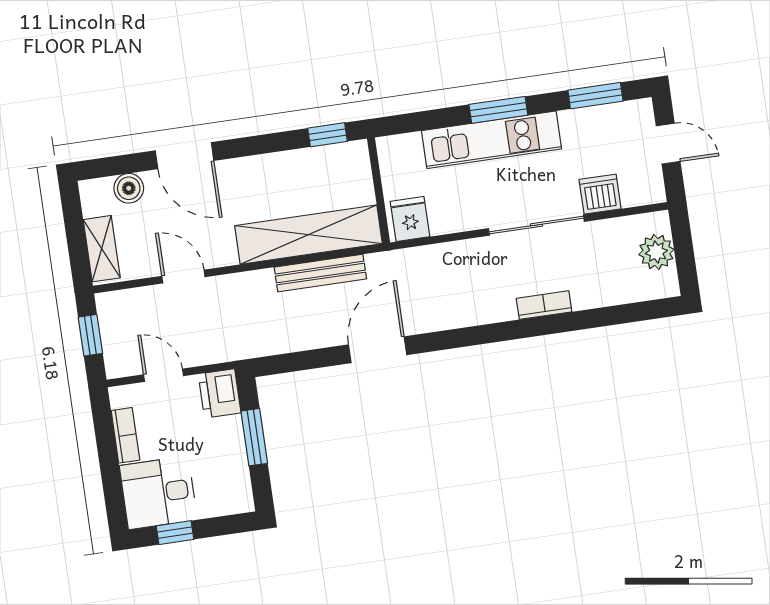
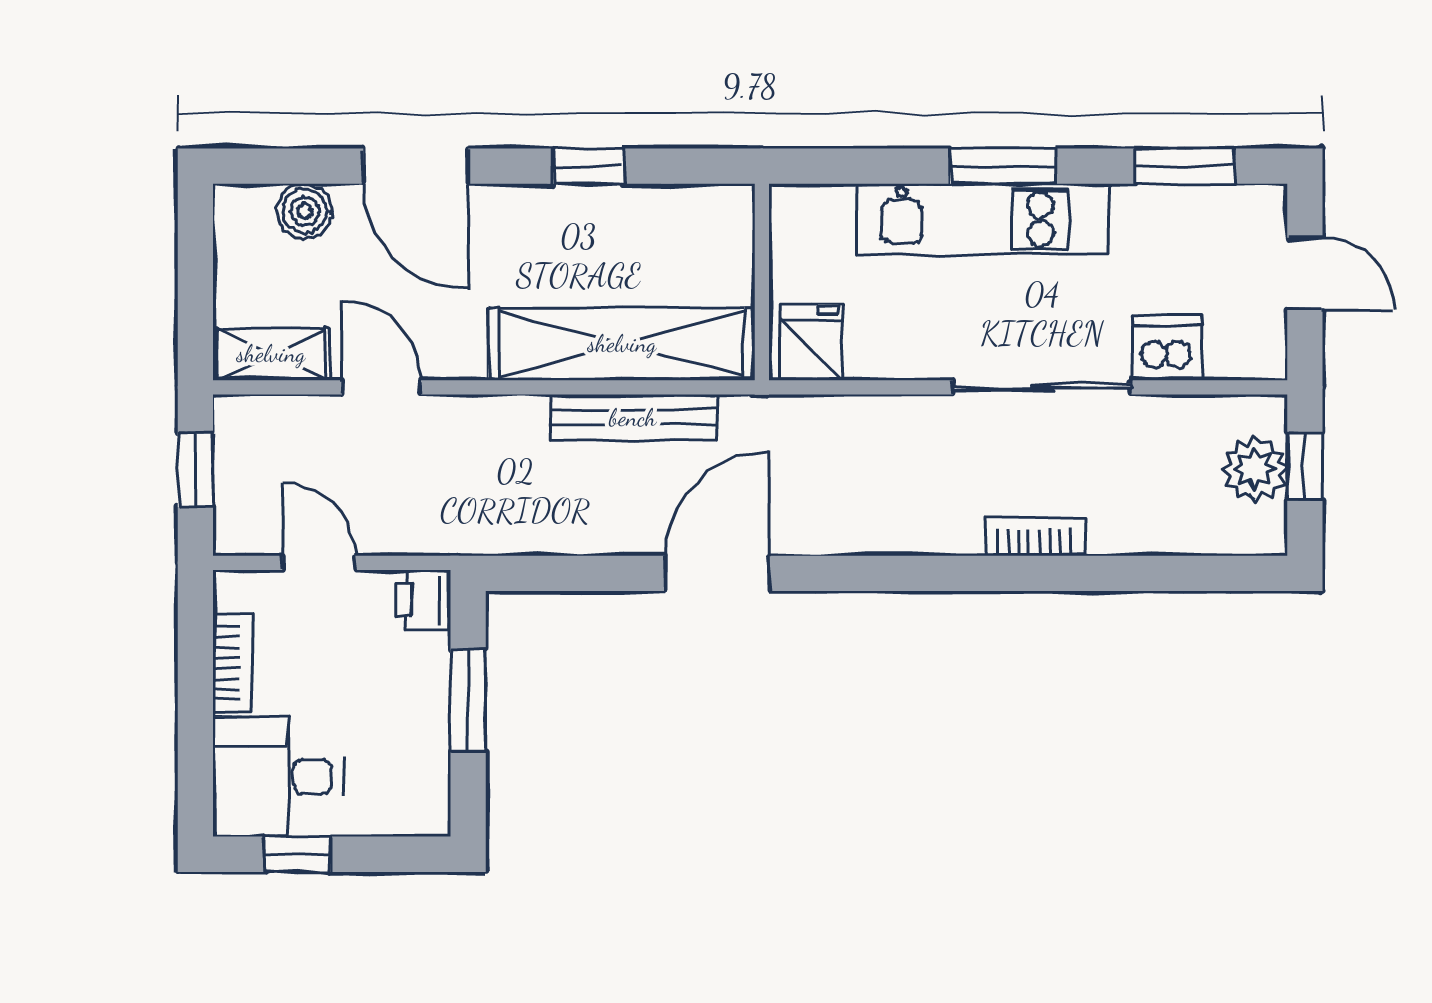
window: (328, 135) -> (588, 166), moved
window: (683, 247) -> (1305, 466), added
shelving: (102, 249) -> (271, 354), moved, turned 90
printer: (220, 393) -> (423, 600), width x0.73, depth x0.81

